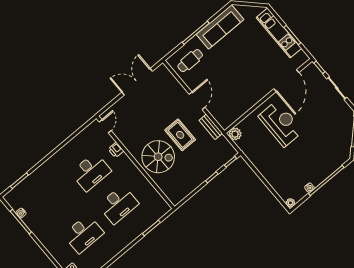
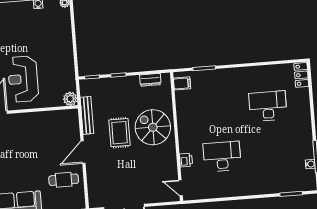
cafe table: (190, 61) -> (64, 180), moved
door: (105, 126) -> (181, 188), hinge flipped
bench: (211, 127) -> (87, 115), width x1.36
dresser: (185, 191) -> (150, 80), added
desk: (118, 205) -> (218, 110), removed
filing cabinet: (160, 205) -> (182, 83), added

